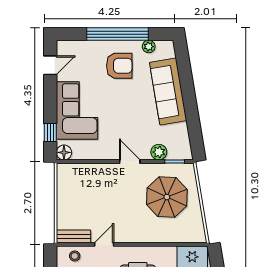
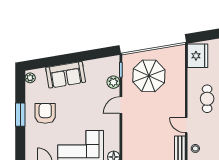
window: (118, 34) -> (20, 115), width x0.47
plant: (149, 47) -> (30, 78), moved
sofa: (168, 92) -> (66, 75), width x0.73

